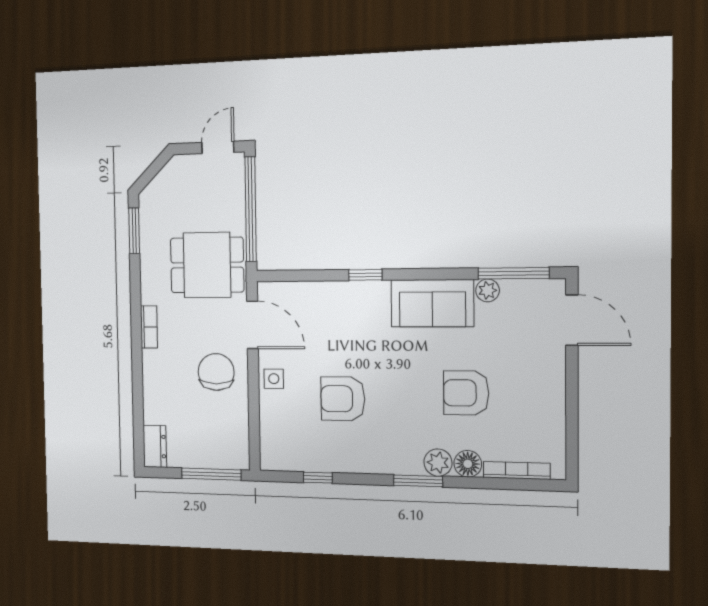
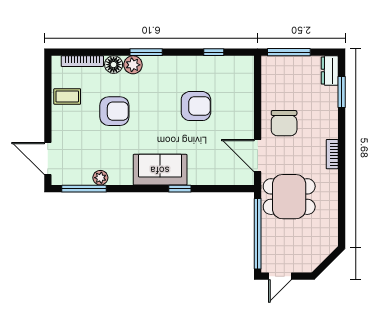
window: (134, 231) -> (342, 92), moved
sofa: (432, 303) -> (160, 170), moved
side table: (274, 379) -> (243, 119), removed
coffee table: (541, 417) -> (67, 96), added

